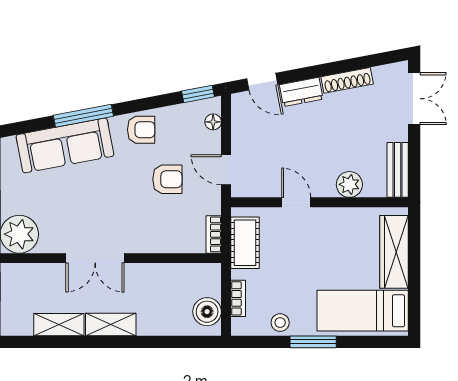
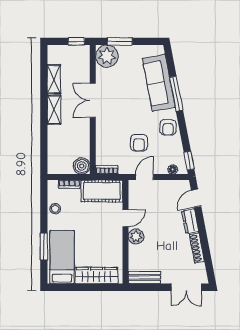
plant: (349, 184) -> (136, 237), moved
cot: (245, 243) -> (102, 191), width x1.37, depth x1.34
boiler: (207, 312) -> (82, 166), moved
window: (313, 342) -> (44, 246), moved

